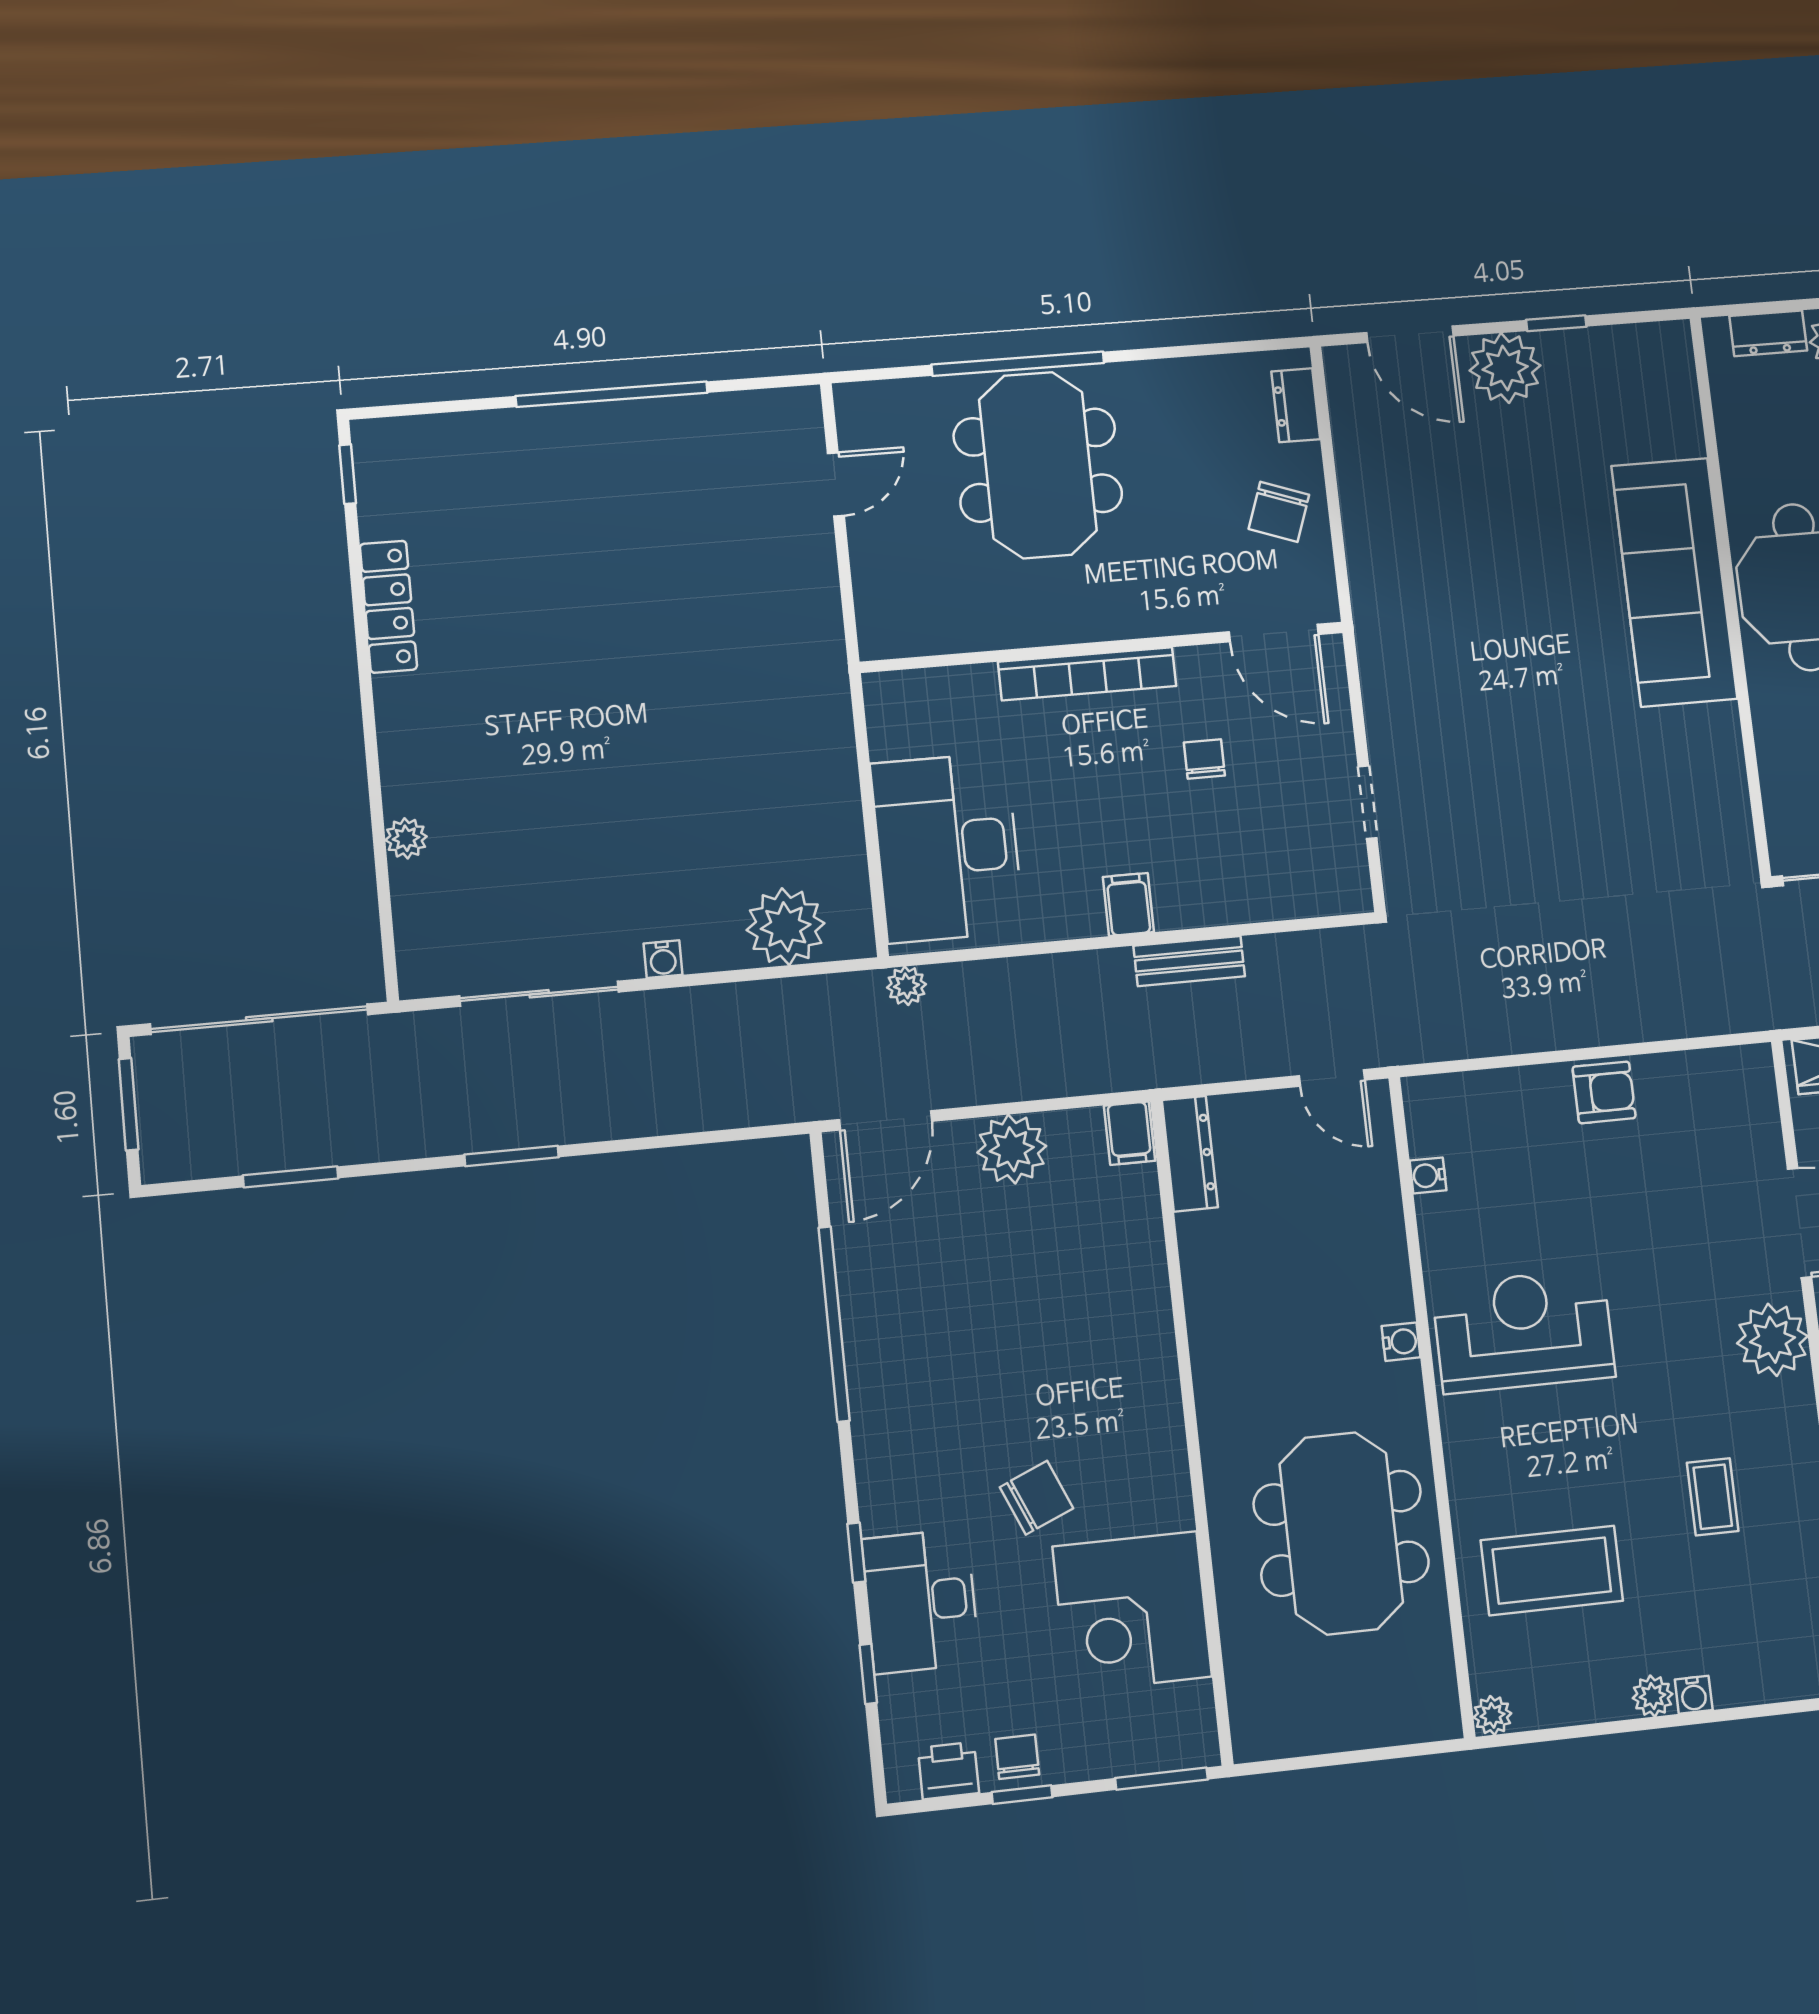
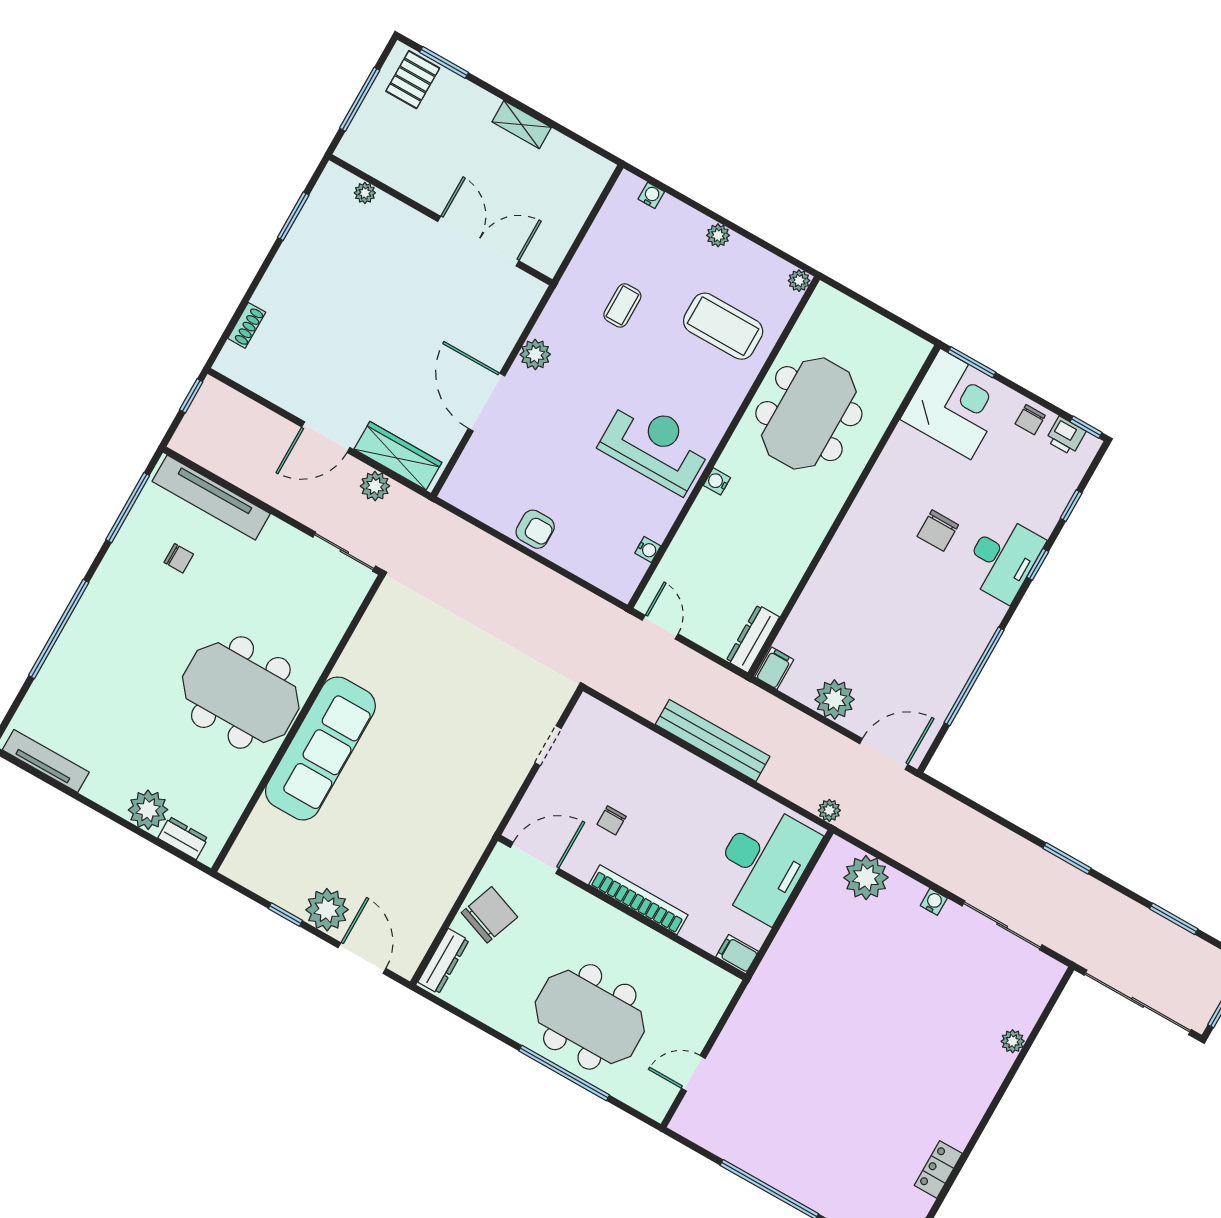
dresser: (1296, 405) -> (443, 961), width x1.44
meeting table: (1038, 465) -> (590, 1017), turned 90
chair: (1279, 512) -> (489, 915), width x1.37, depth x1.37
locker: (388, 607) -> (938, 1169), width x0.66
door: (1274, 633) -> (534, 858), hinge flipped
filing cabinet: (1128, 904) -> (737, 954), moved, turned 90
bench: (1189, 961) -> (713, 740), width x1.86, depth x1.21
armchair: (1604, 1092) -> (535, 529), turned 180
reception desk: (1524, 1331) -> (655, 445), turned 180
plant: (1772, 1340) -> (535, 354), width x0.73, depth x0.73
chair: (1036, 1498) -> (938, 531), turned -67
desk: (921, 1601) -> (1003, 559), moved
corner desk: (1132, 1612) -> (956, 404), moved
water cooler: (1694, 1695) -> (651, 195), moved
window: (1022, 1795) -> (1086, 427), moved

